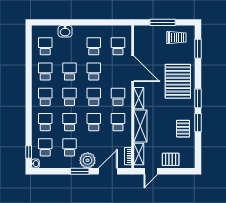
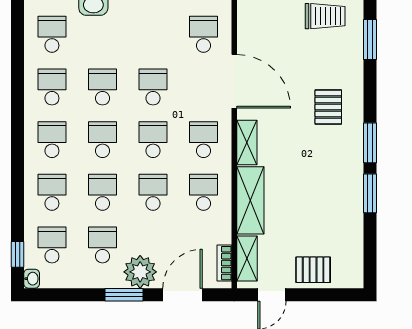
school desk: (94, 46) -> (153, 34), removed
pallet: (178, 81) -> (328, 107), width x0.49, depth x0.50
pallet: (183, 129) -> (339, 206), removed

